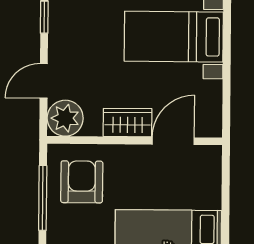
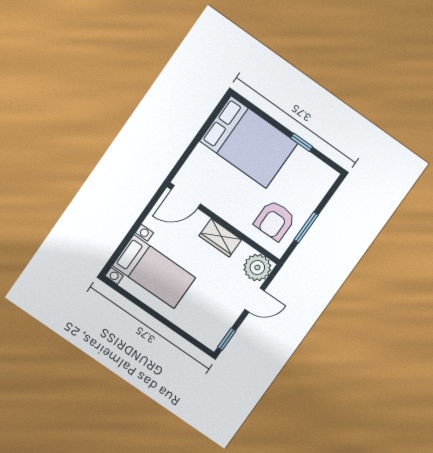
door: (173, 141) -> (186, 197), moved
window: (43, 198) -> (306, 227), width x0.69

